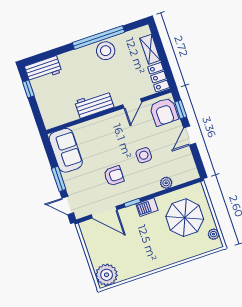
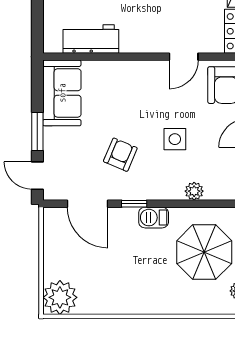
workbench: (94, 104) -> (91, 39), moved
armchair: (114, 176) -> (120, 155), turned -67

